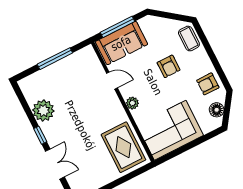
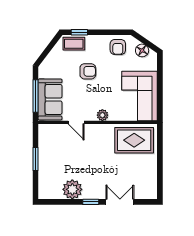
window: (203, 38) -> (79, 32), added
window: (55, 59) -> (35, 159), width x0.69
door: (112, 81) -> (76, 122), swing flipped

